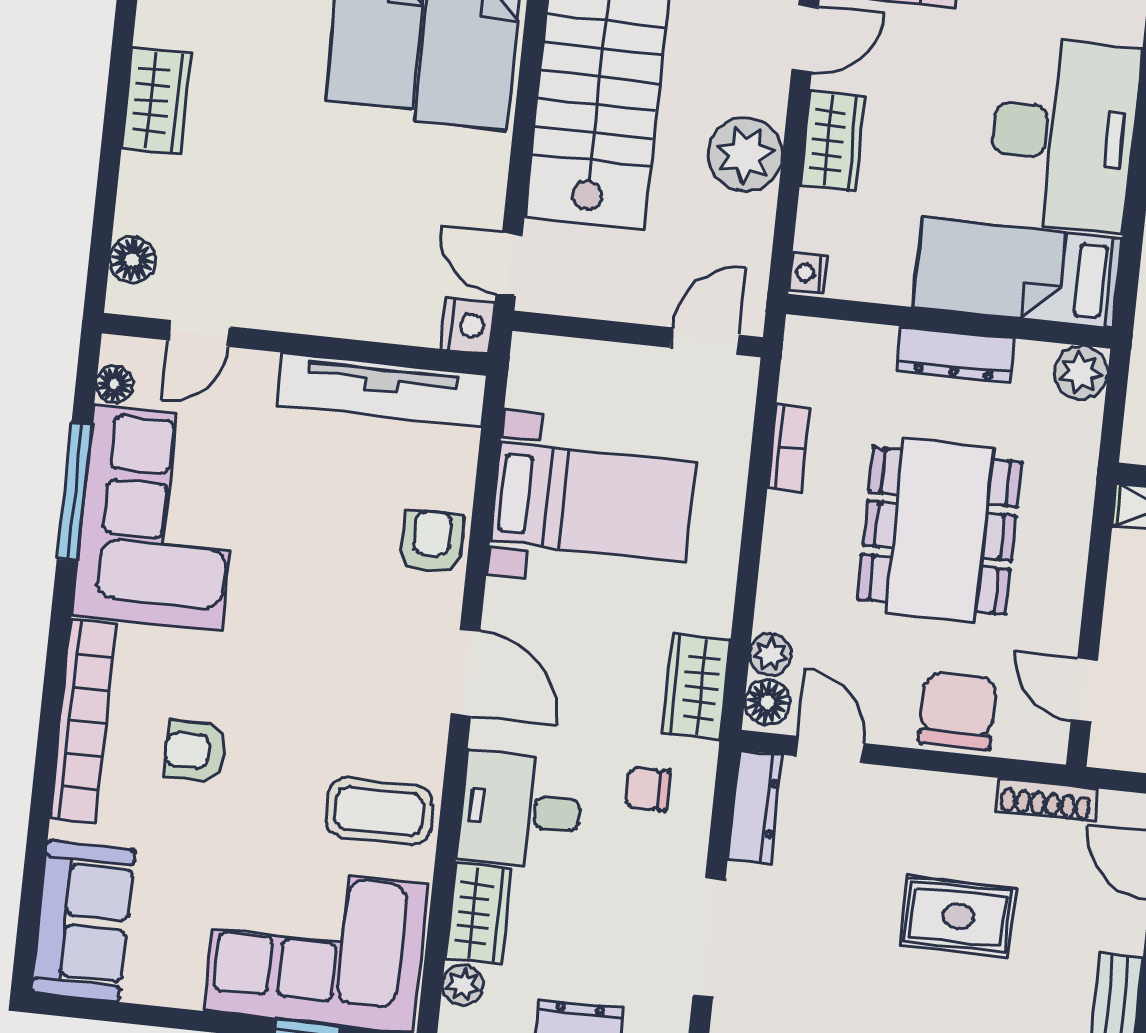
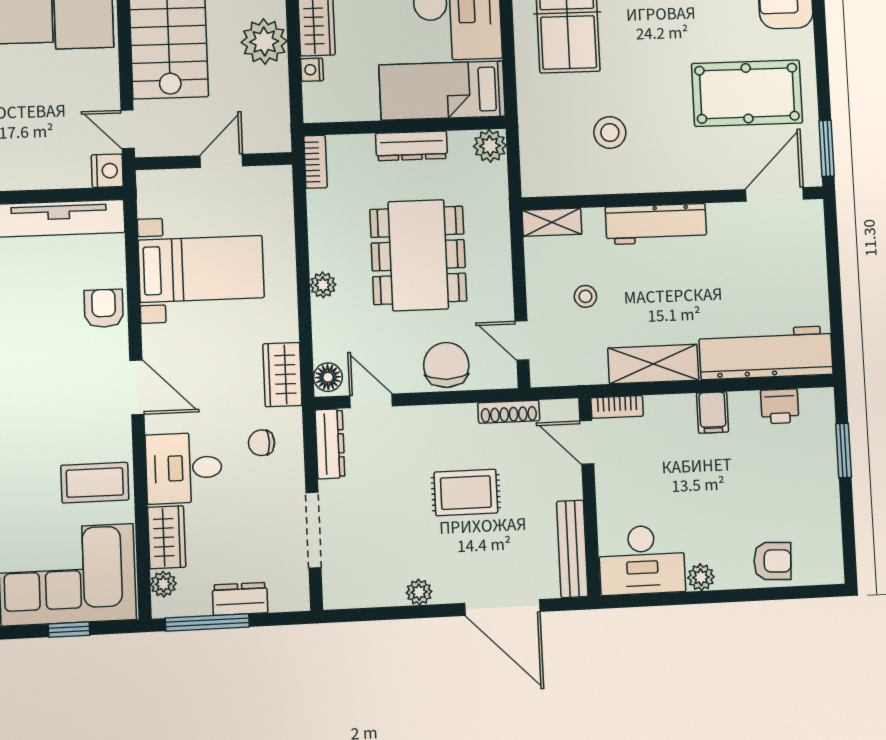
nightstand: (808, 273) -> (312, 70), moved
door: (705, 341) -> (221, 161), moved
bookcase: (789, 448) -> (315, 162), moved
plant: (770, 654) -> (323, 285), moved

